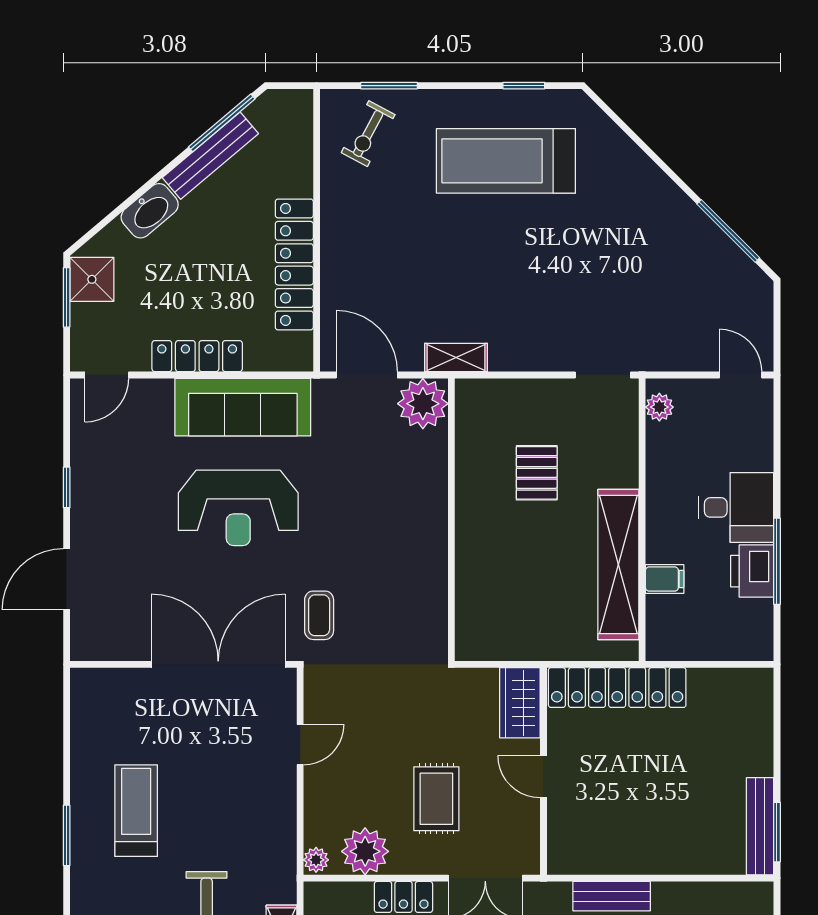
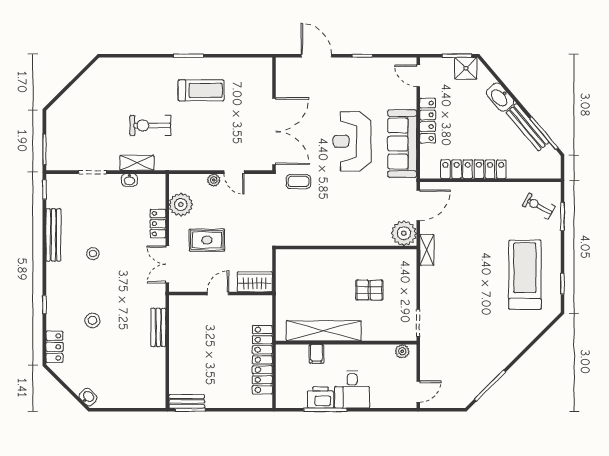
locker: (617, 688) -> (262, 360), moved
bench: (760, 826) -> (187, 401), width x0.73
plant: (316, 860) -> (214, 180), moved

